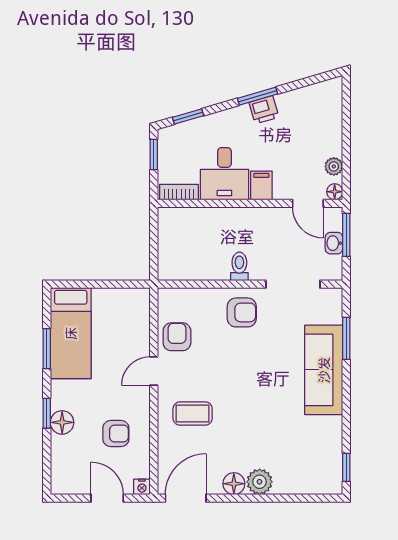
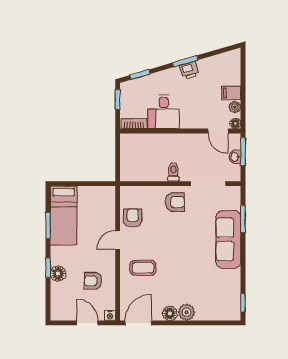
filing cabinet: (261, 185) -> (231, 93), moved, turned -90
armchair: (116, 434) -> (93, 281), turned 180

